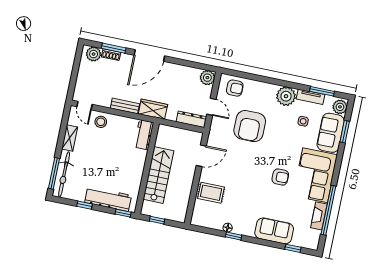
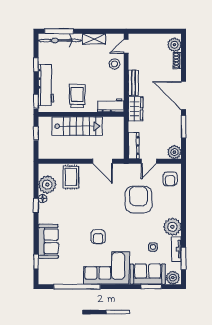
window: (114, 48) -> (184, 127), moved
armchair: (250, 126) -> (139, 199), turned 90
trolley: (127, 168) -> (77, 96), added
fireplace: (319, 216) -> (70, 279), removed
plant: (214, 219) -> (47, 185), added

